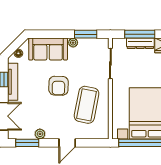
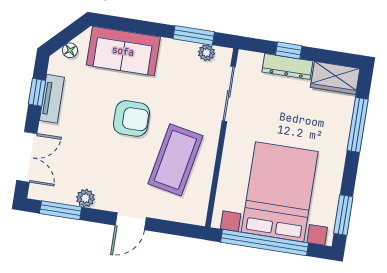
window: (140, 34) -> (289, 50), width x0.46
plant: (73, 43) -> (206, 53), moved
tv unit: (13, 82) -> (52, 99), width x0.71
armchair: (59, 86) -> (131, 119), turned -91

